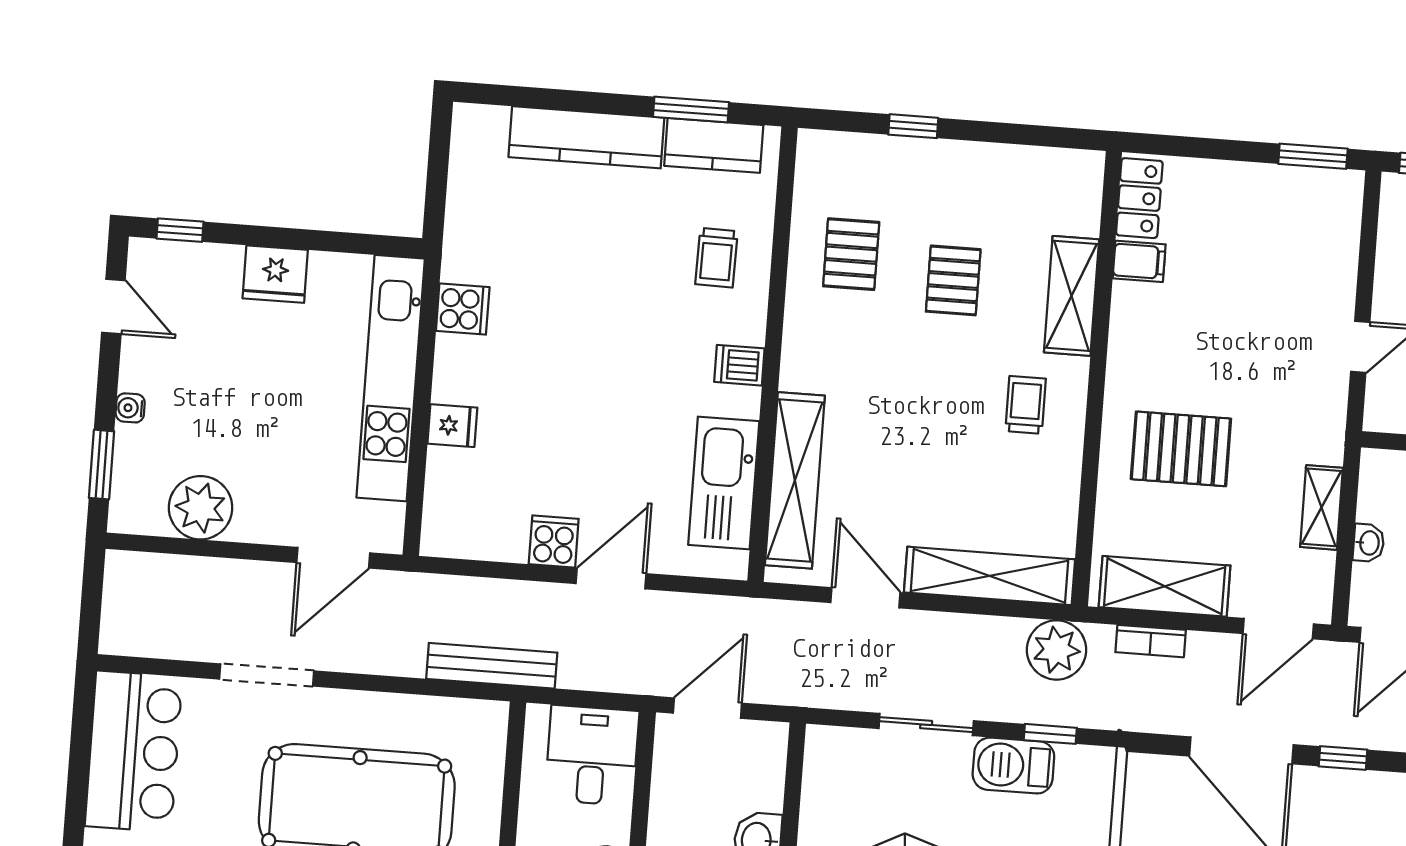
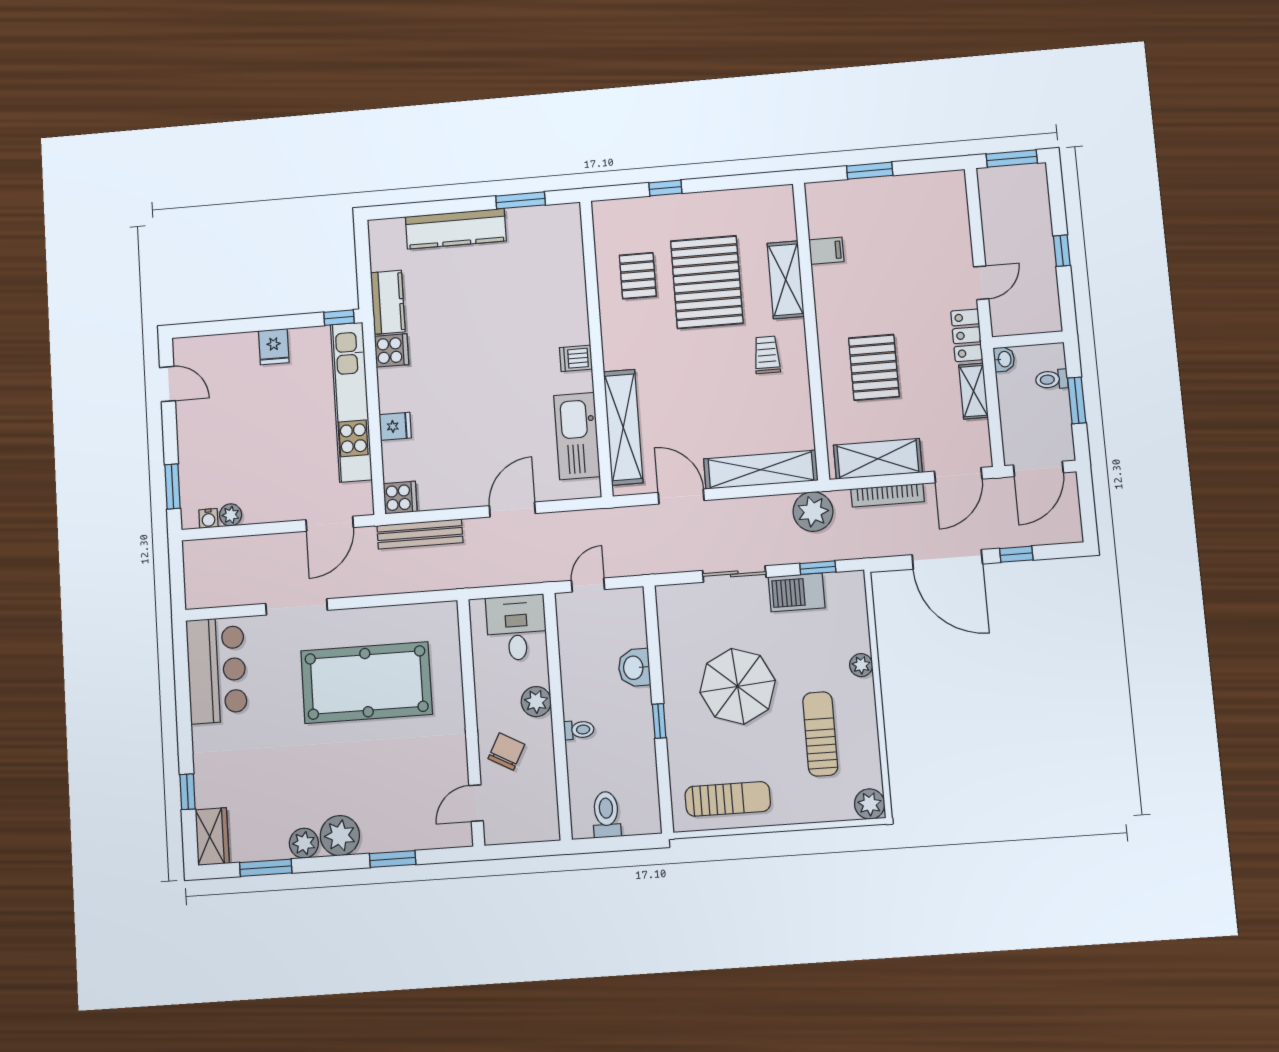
kitchen counter: (714, 145) -> (388, 302), moved, turned -90
window: (1313, 156) -> (870, 171), moved
locker: (1139, 198) -> (967, 335), moved, turned 180
window: (180, 230) -> (339, 318), moved
trolley: (716, 258) -> (551, 292), removed
fridge: (275, 274) -> (274, 347), width x0.72
pallet: (953, 280) -> (707, 282), width x2.05, depth x2.00
water cooler: (130, 408) -> (208, 518), moved, turned -90
pallet: (1181, 449) -> (874, 367), turned 90
plant: (201, 508) -> (231, 515), width x0.53, depth x0.53
cooker: (554, 541) -> (400, 498), moved, turned 90
washbasin: (1369, 543) -> (1004, 359), moved
bookcase: (1151, 641) -> (888, 495), width x1.56
bench: (492, 666) -> (420, 534), moved
door: (707, 708) -> (588, 585), width x0.73

